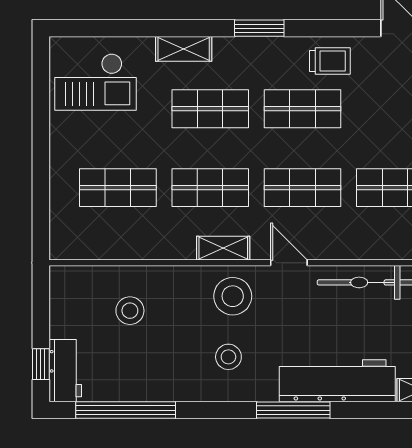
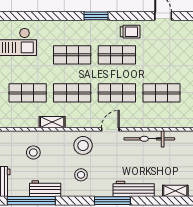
shelving: (184, 49) -> (59, 26), removed
shelving: (223, 248) -> (52, 122), moved
door: (289, 263) -> (110, 129), hinge flipped
workbench: (337, 381) -> (134, 189), width x0.73, depth x0.76
workbench: (154, 385) -> (45, 189), added

